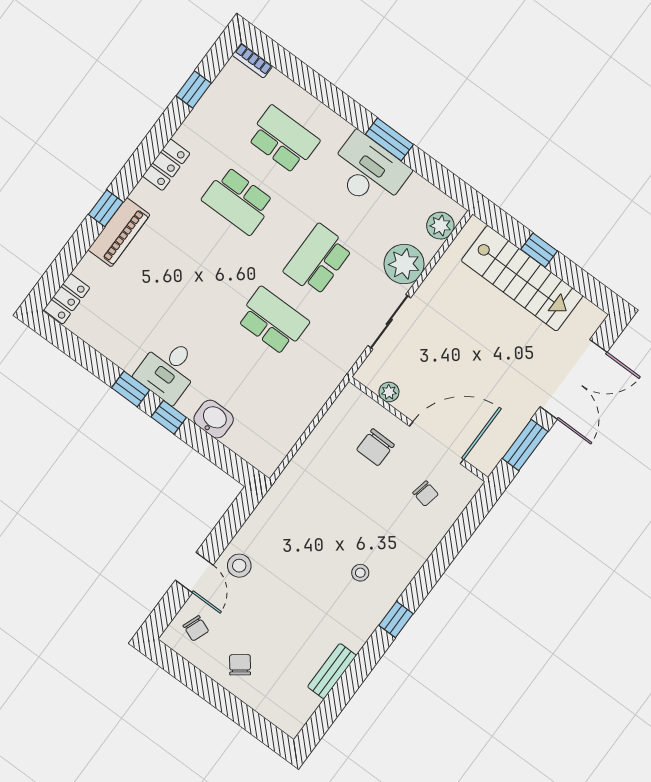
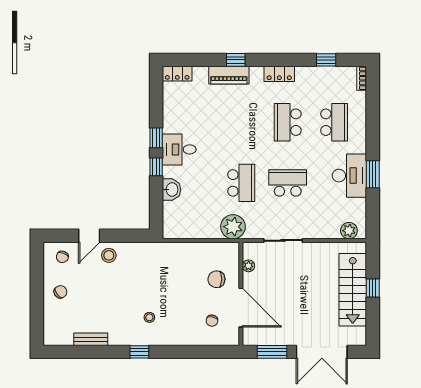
plant: (404, 264) -> (233, 227), moved

